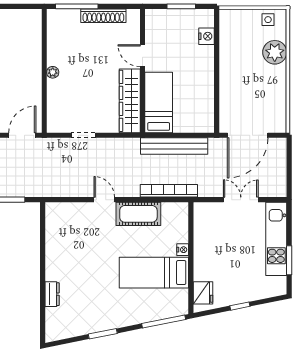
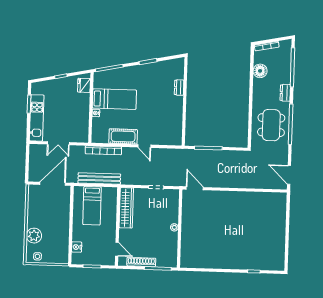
door: (143, 56) -> (117, 249), moved
bed: (159, 102) -> (92, 206), moved
door: (22, 135) -> (195, 188), swing flipped

